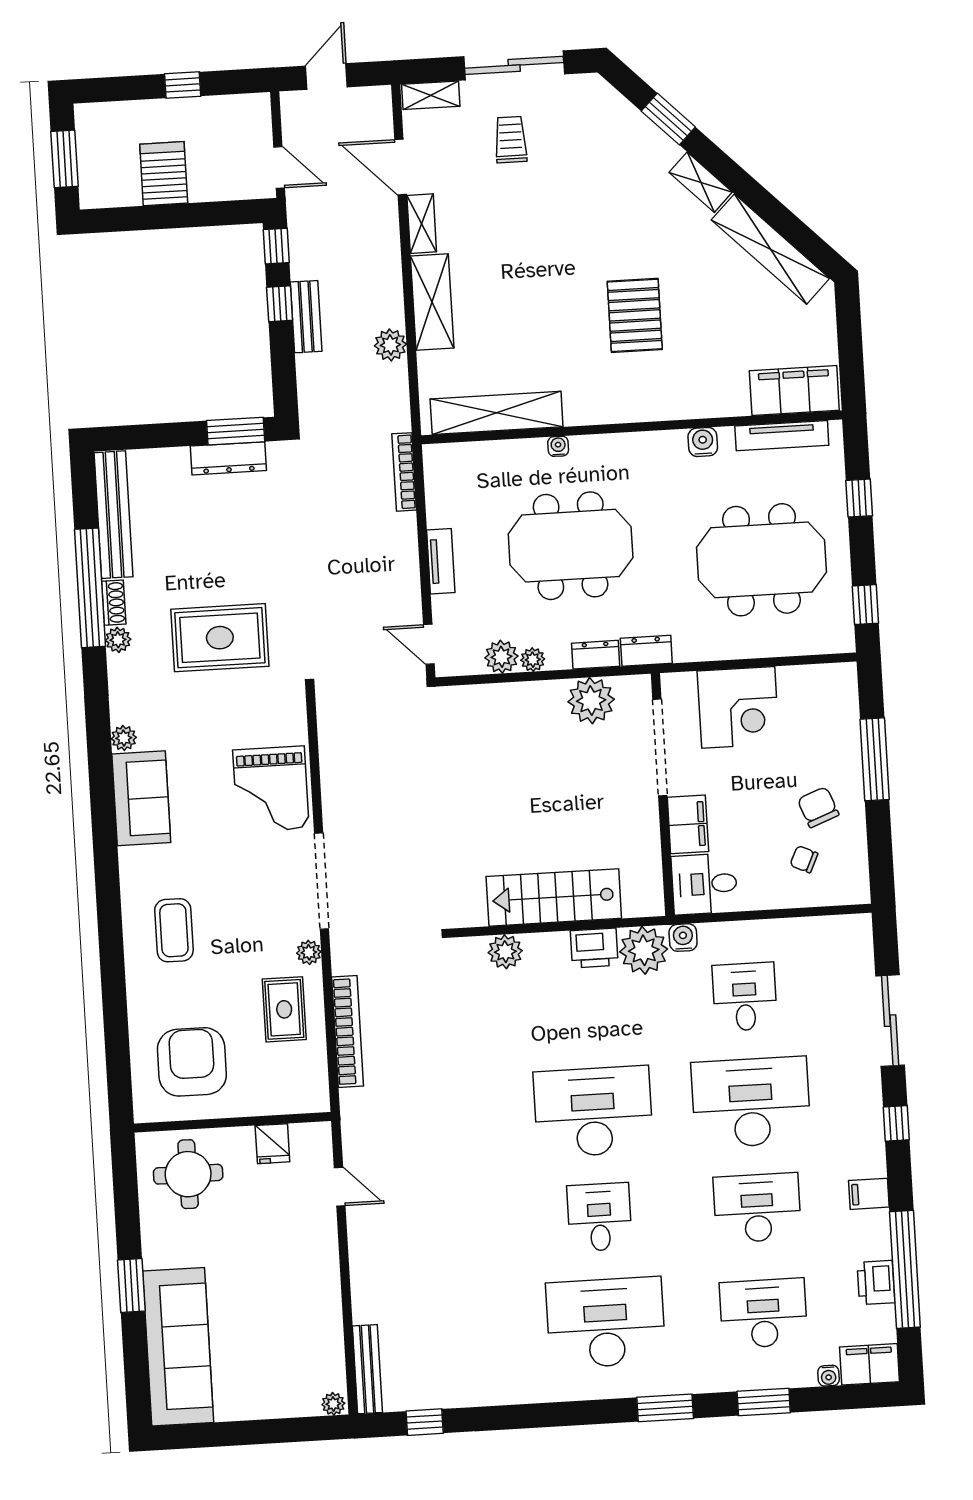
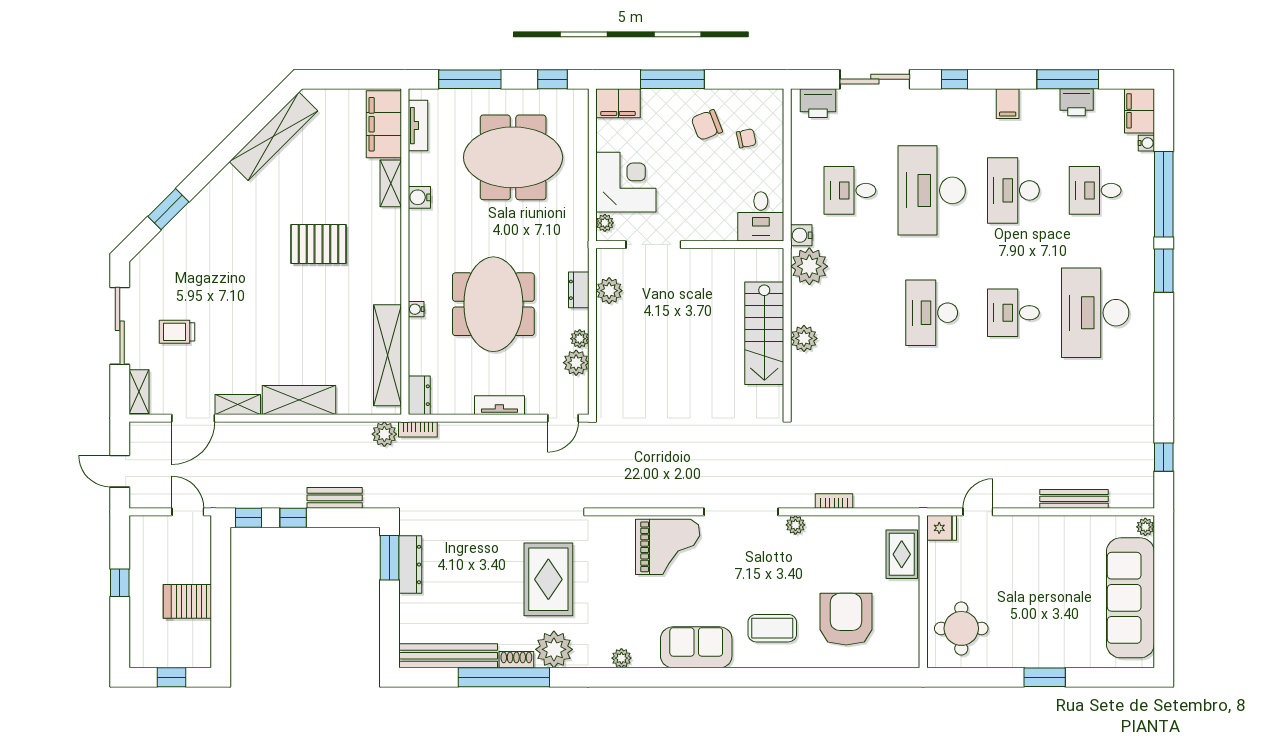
window: (64, 159) -> (171, 677), width x0.67
door: (279, 167) -> (188, 512), hinge flipped
shelving: (701, 182) -> (391, 183), moved, turned -45
bench: (306, 317) -> (335, 498), moved
plant: (390, 345) -> (384, 434), moved
tv unit: (782, 436) -> (418, 126), width x0.71
bookcase: (404, 472) -> (418, 429), width x0.64
window: (859, 498) -> (470, 79), width x2.17
meeting table: (761, 560) -> (513, 157), turned 90
plant: (118, 640) -> (554, 649), width x1.88, depth x1.88
dresser: (646, 651) -> (419, 395), moved, turned 180
plant: (684, 683) -> (605, 223), added
plant: (591, 701) -> (609, 291), width x0.73, depth x0.73
doorway: (660, 748) -> (653, 245), width x0.73
sofa: (141, 798) -> (696, 647), moved
filing cabinet: (688, 824) -> (618, 103), moved, turned 180
chair: (804, 859) -> (746, 138), turned -127
printer: (594, 948) -> (818, 103), moved, turned 90
plant: (505, 952) -> (804, 338), moved
rug: (284, 1009) -> (902, 554), moved, turned 90
bookcase: (348, 1031) -> (834, 501), width x0.43, depth x0.76
armchair: (192, 1062) -> (846, 619), moved, turned 90
desk: (593, 1112) -> (932, 313), width x0.73, depth x0.77
fridge: (272, 1144) -> (942, 528), moved
window: (905, 1269) -> (1068, 79), width x0.68
desk: (763, 1313) -> (1095, 190), width x0.73
sofa: (178, 1347) -> (1130, 598), moved, turned -90
bench: (367, 1369) -> (1074, 499), moved
window: (764, 1402) -> (1164, 194), width x2.11

